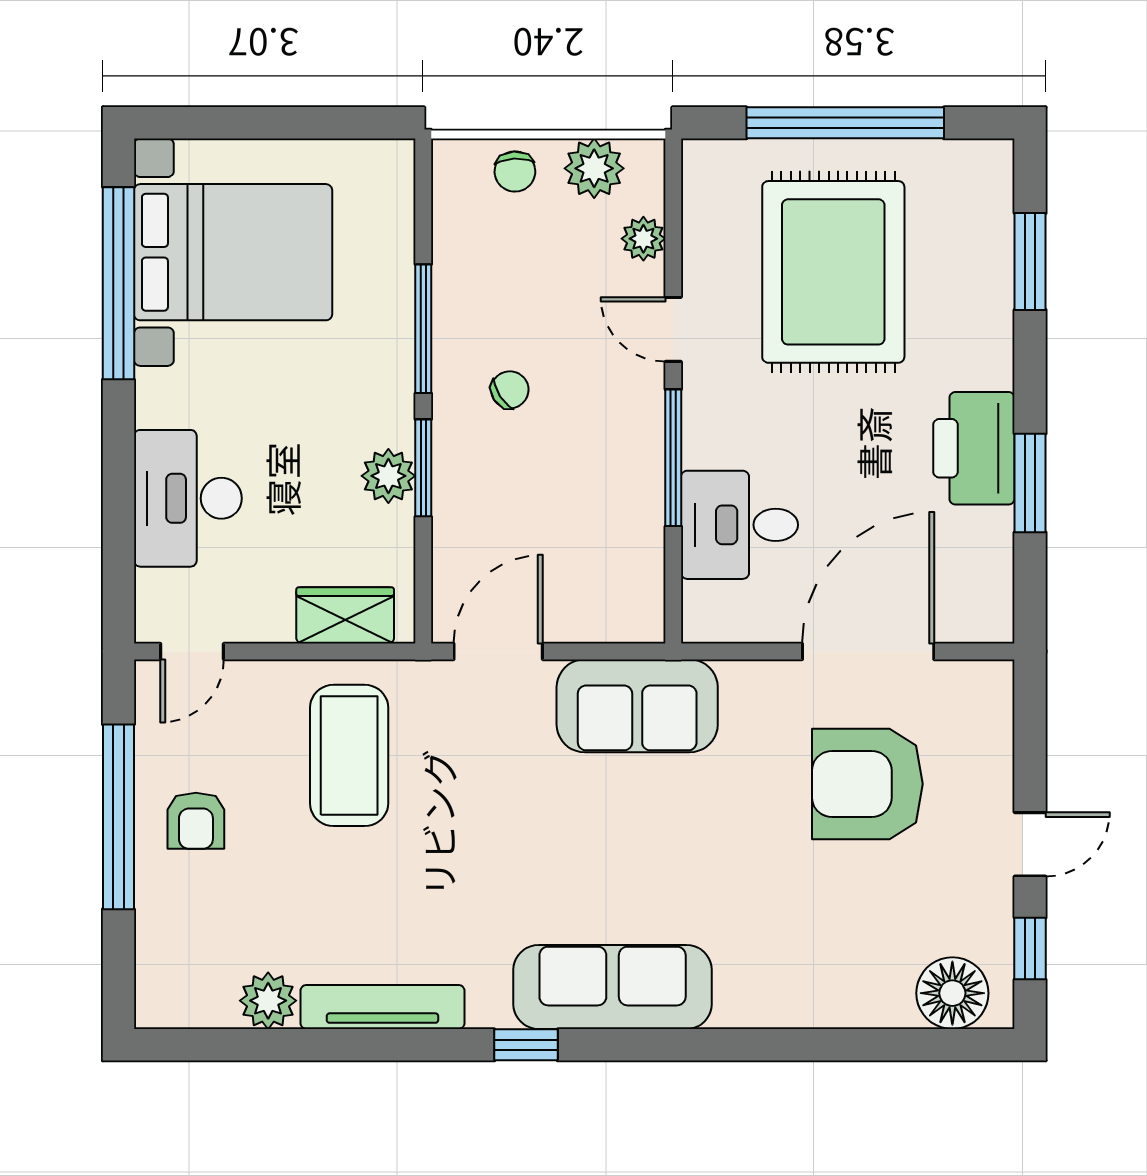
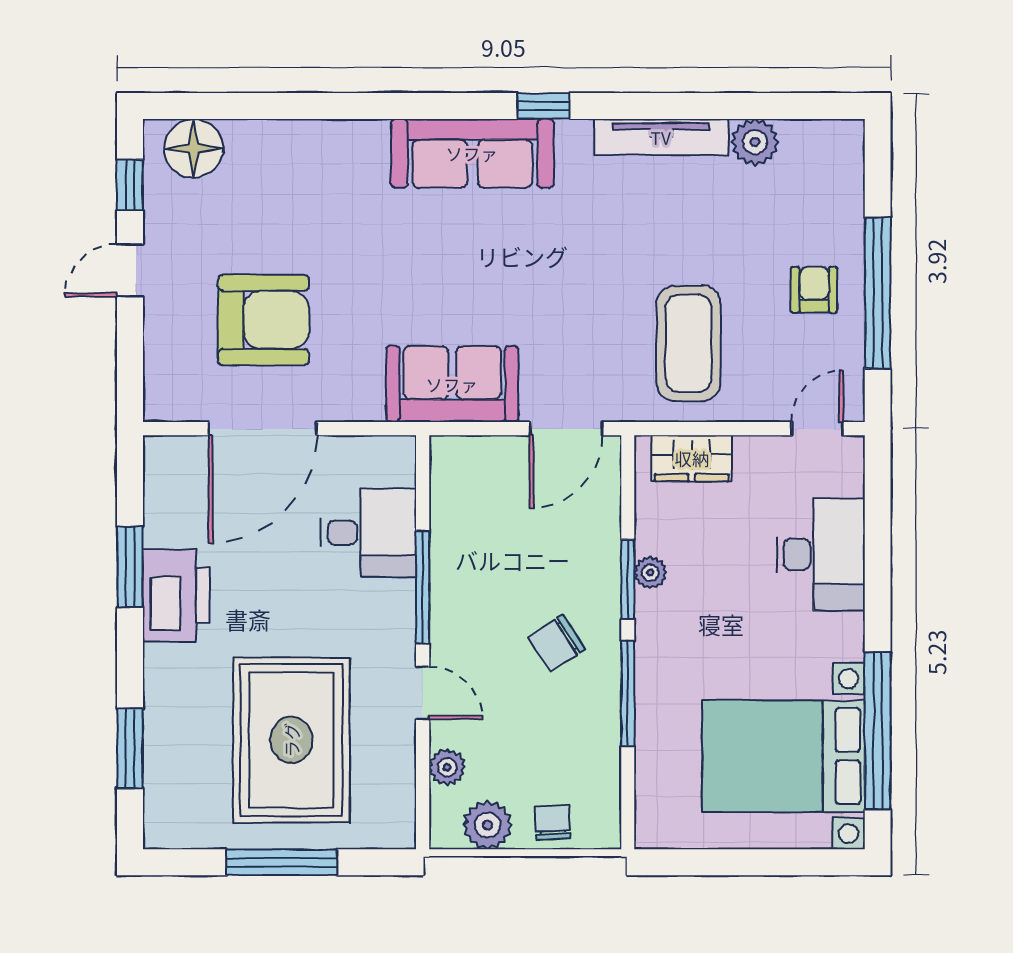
window: (845, 123) -> (282, 862), width x0.68
chair: (510, 390) -> (557, 643), width x1.37, depth x1.37
plant: (388, 476) -> (650, 573), width x0.73, depth x0.73

